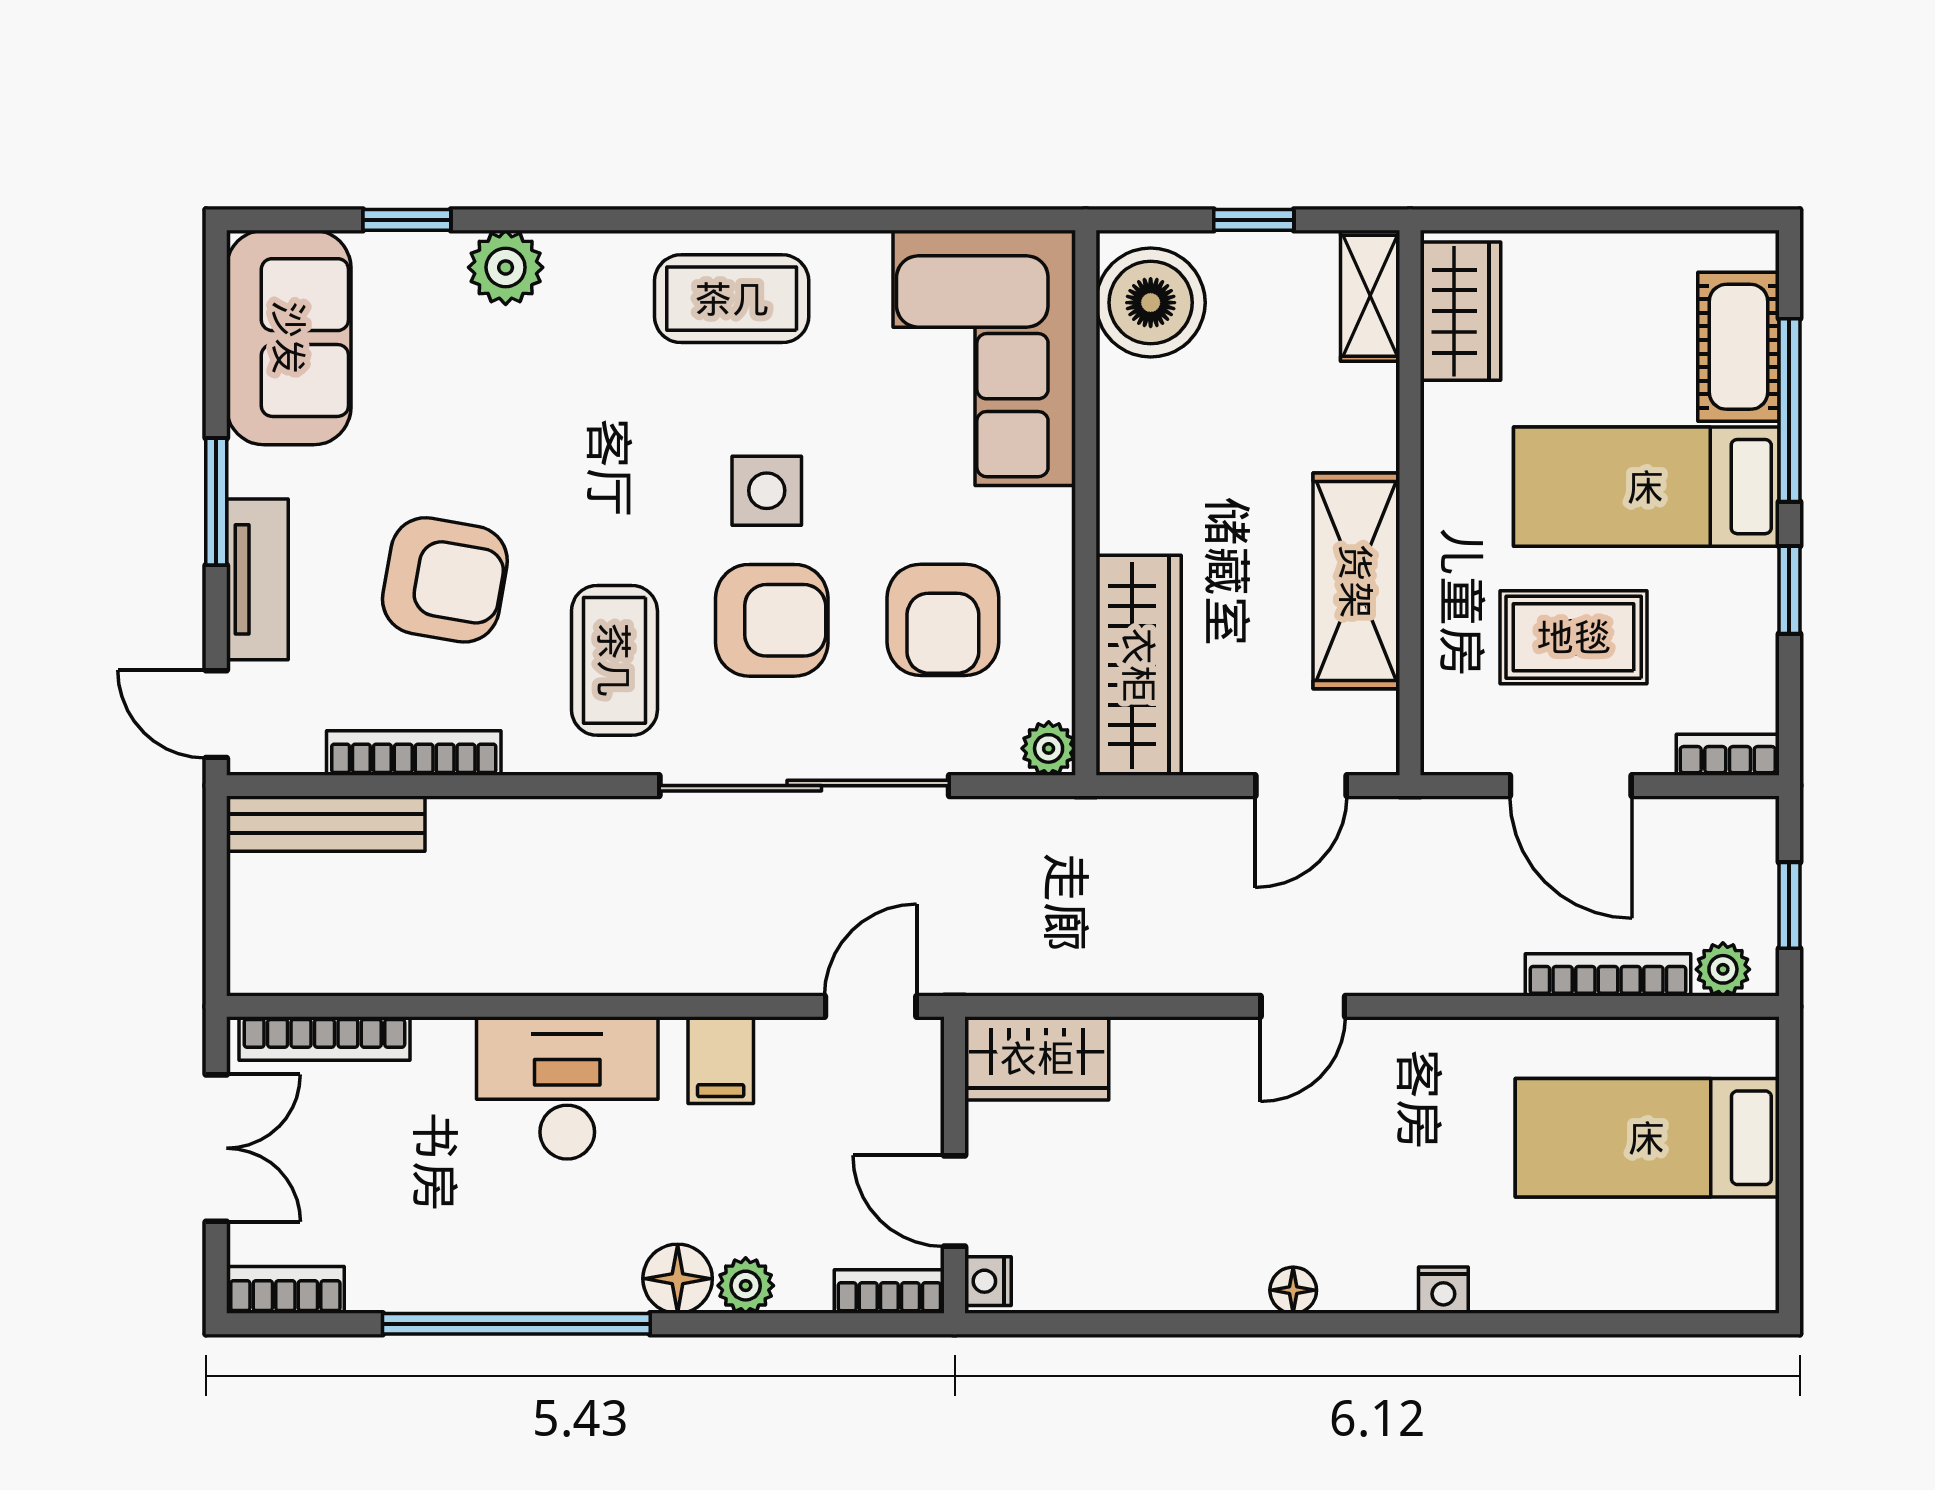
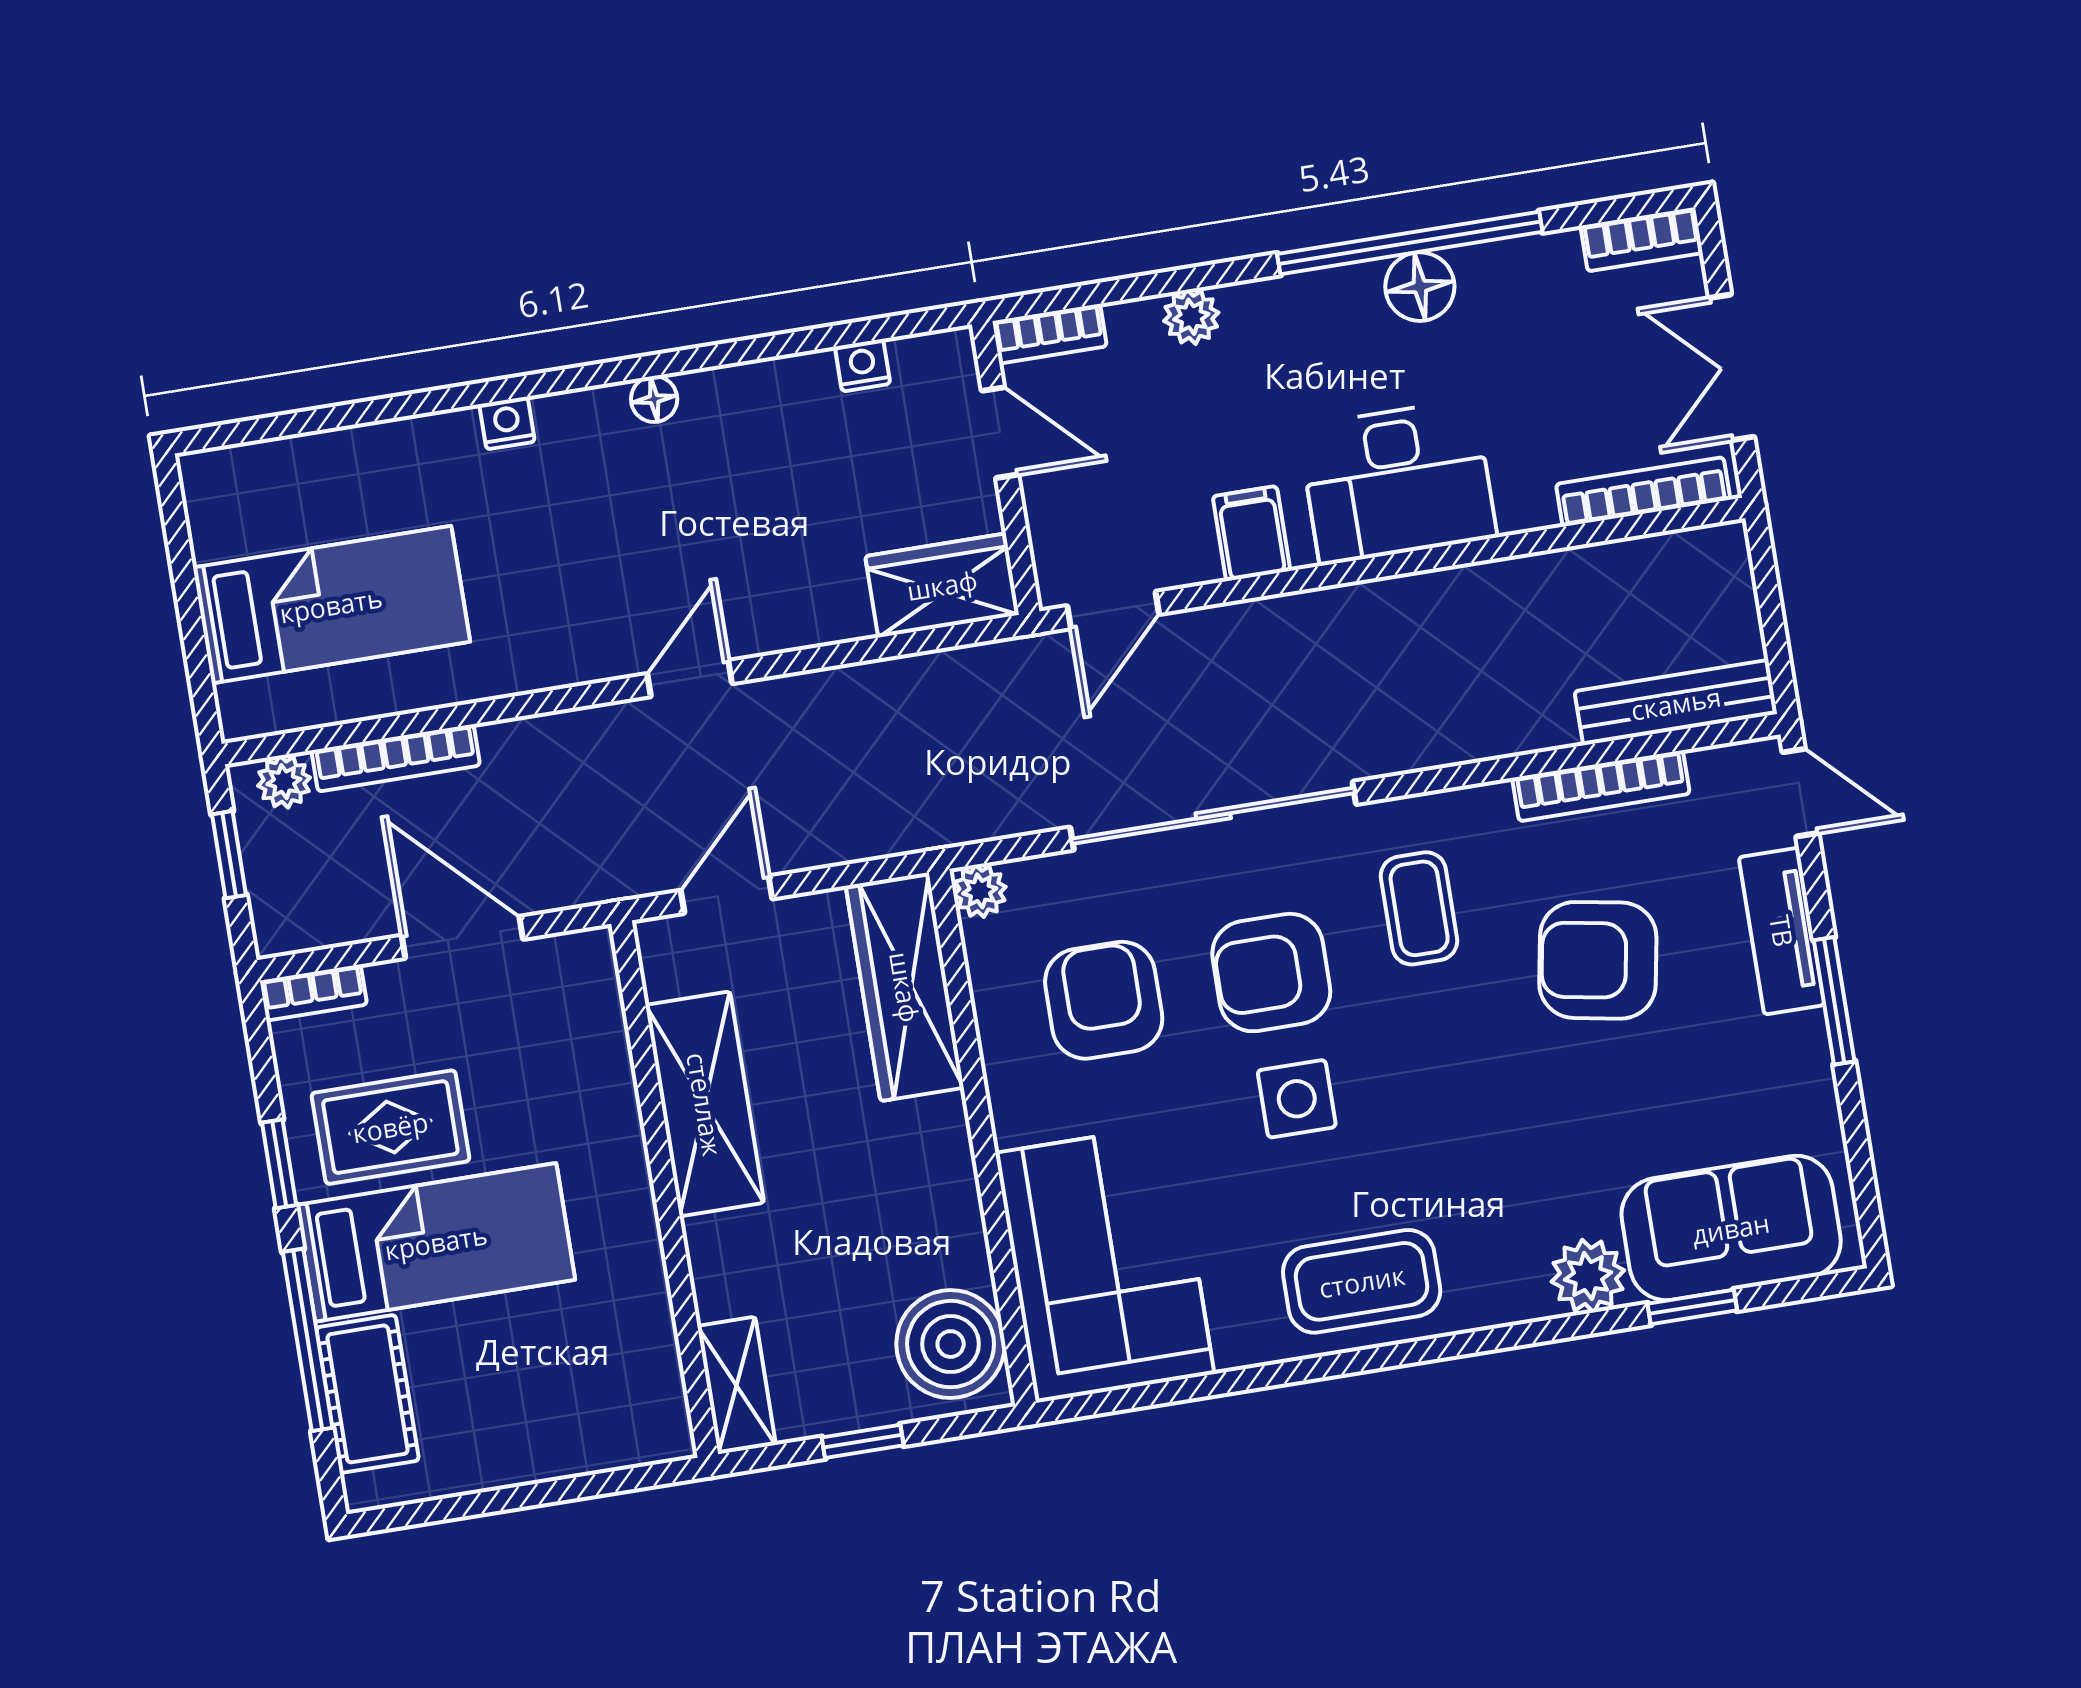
wardrobe: (1460, 311) -> (646, 1385), removed
sofa: (289, 338) -> (1731, 1228), moved, turned 90
rug: (1574, 637) -> (390, 1127), moved
coffee table: (614, 660) -> (1419, 908), width x0.73, depth x0.77
floor lamp: (678, 1279) -> (1420, 287), moved
nightstand: (988, 1281) -> (863, 365), moved, turned -90

